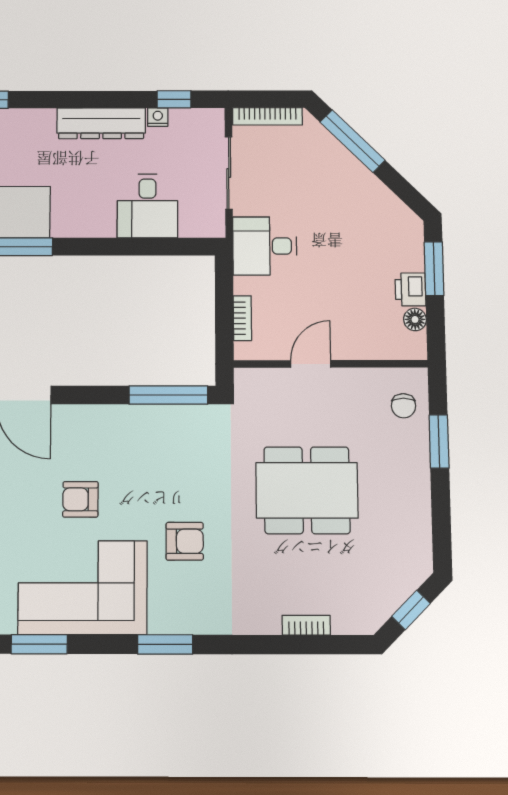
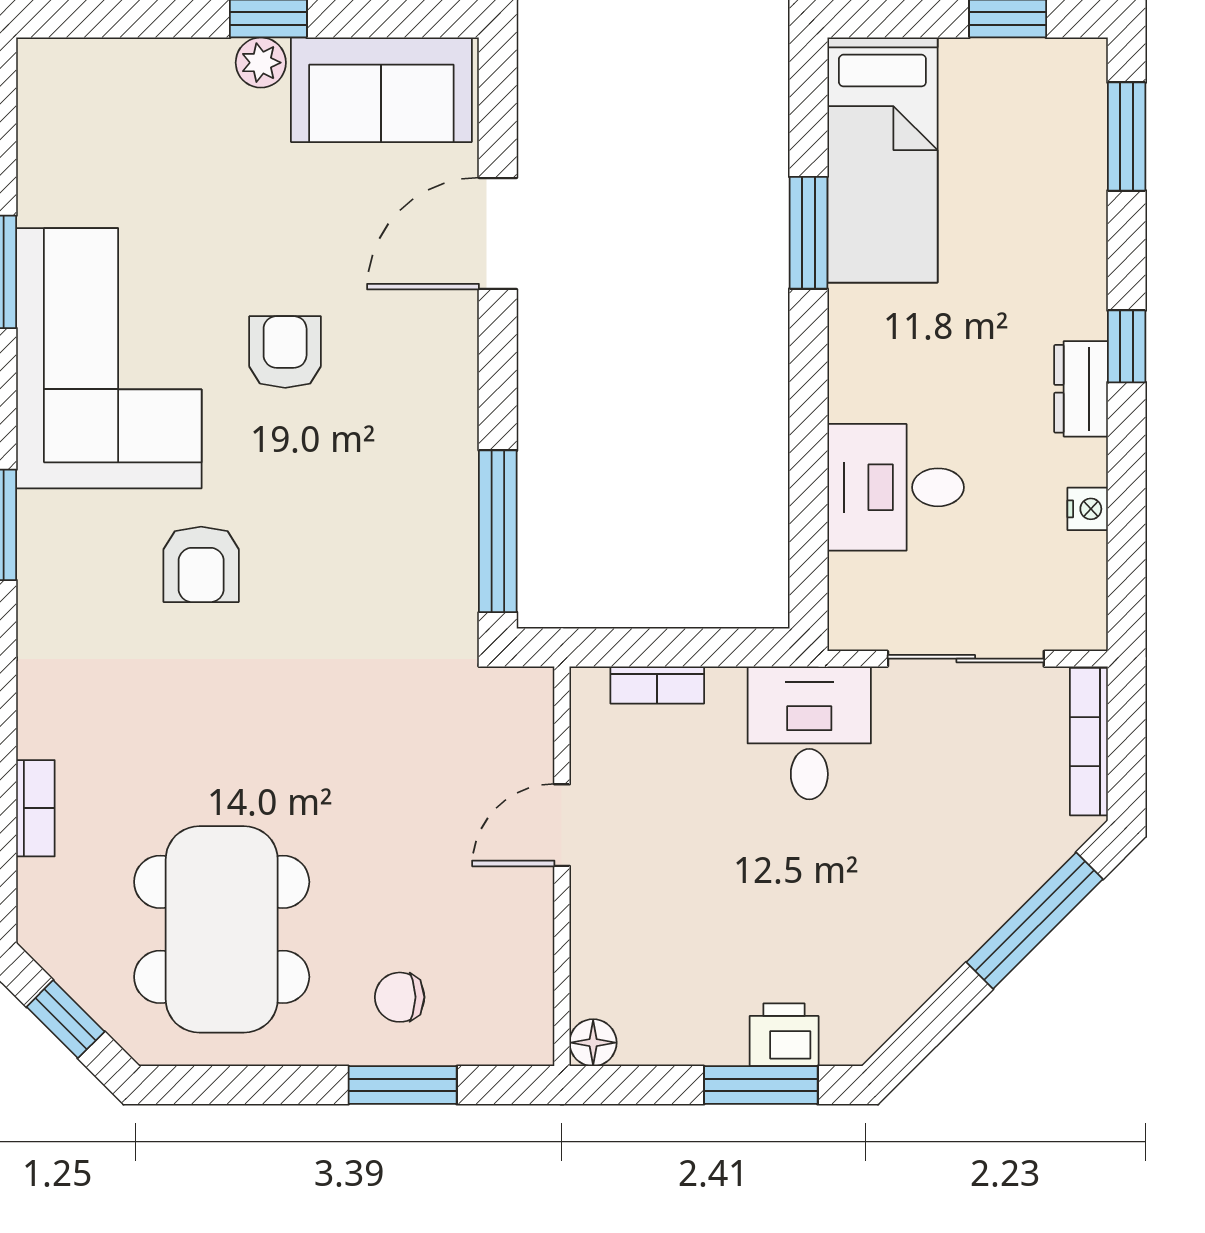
window: (174, 99) -> (1127, 346), moved
dresser: (101, 123) -> (1081, 389), width x0.51, depth x0.80
printer: (410, 289) -> (784, 1035), moved
floor lamp: (415, 319) -> (593, 1043), moved
door: (311, 364) -> (562, 825), swing flipped
chair: (403, 406) -> (400, 997), moved
dining table: (307, 490) -> (222, 929), moved

